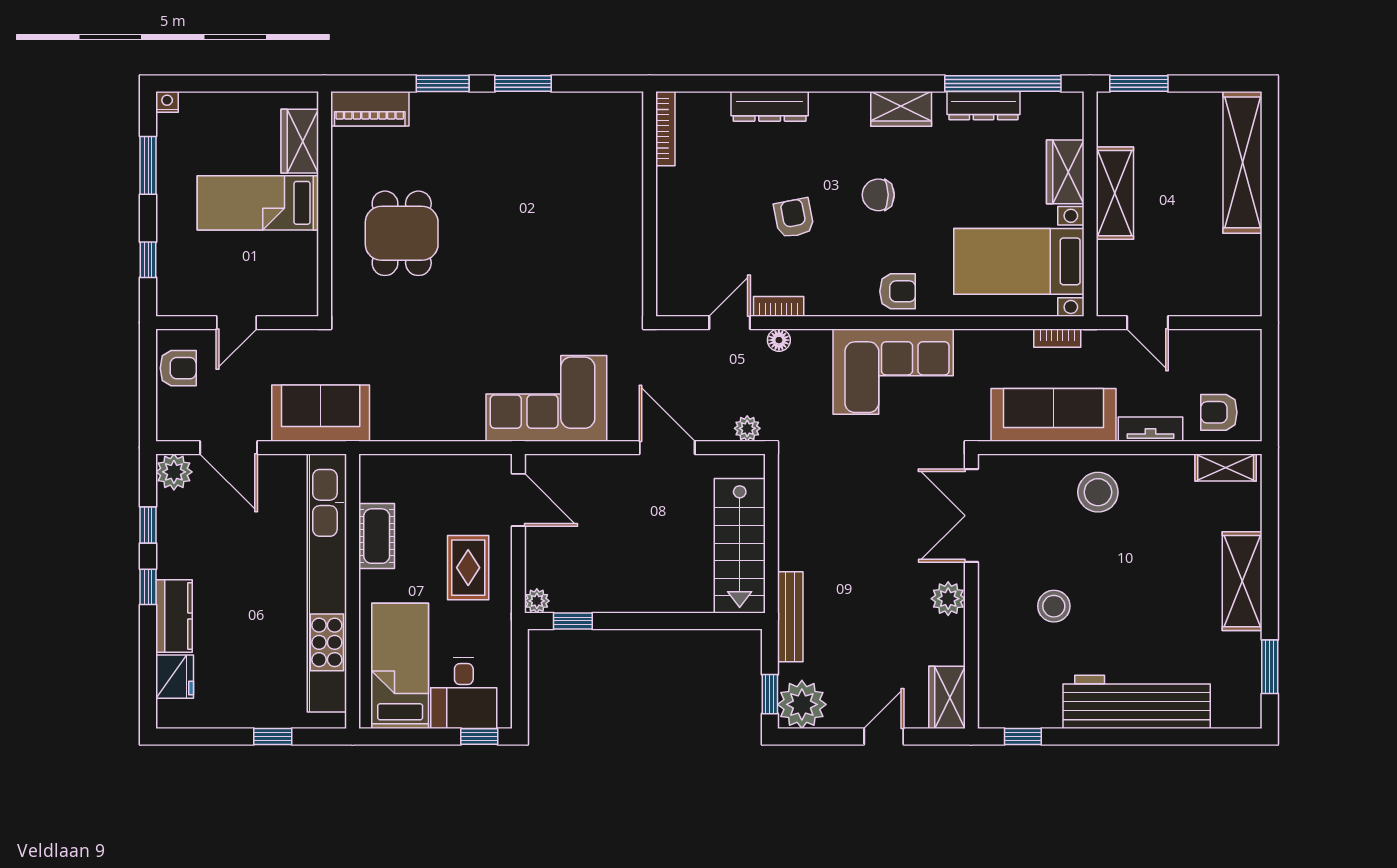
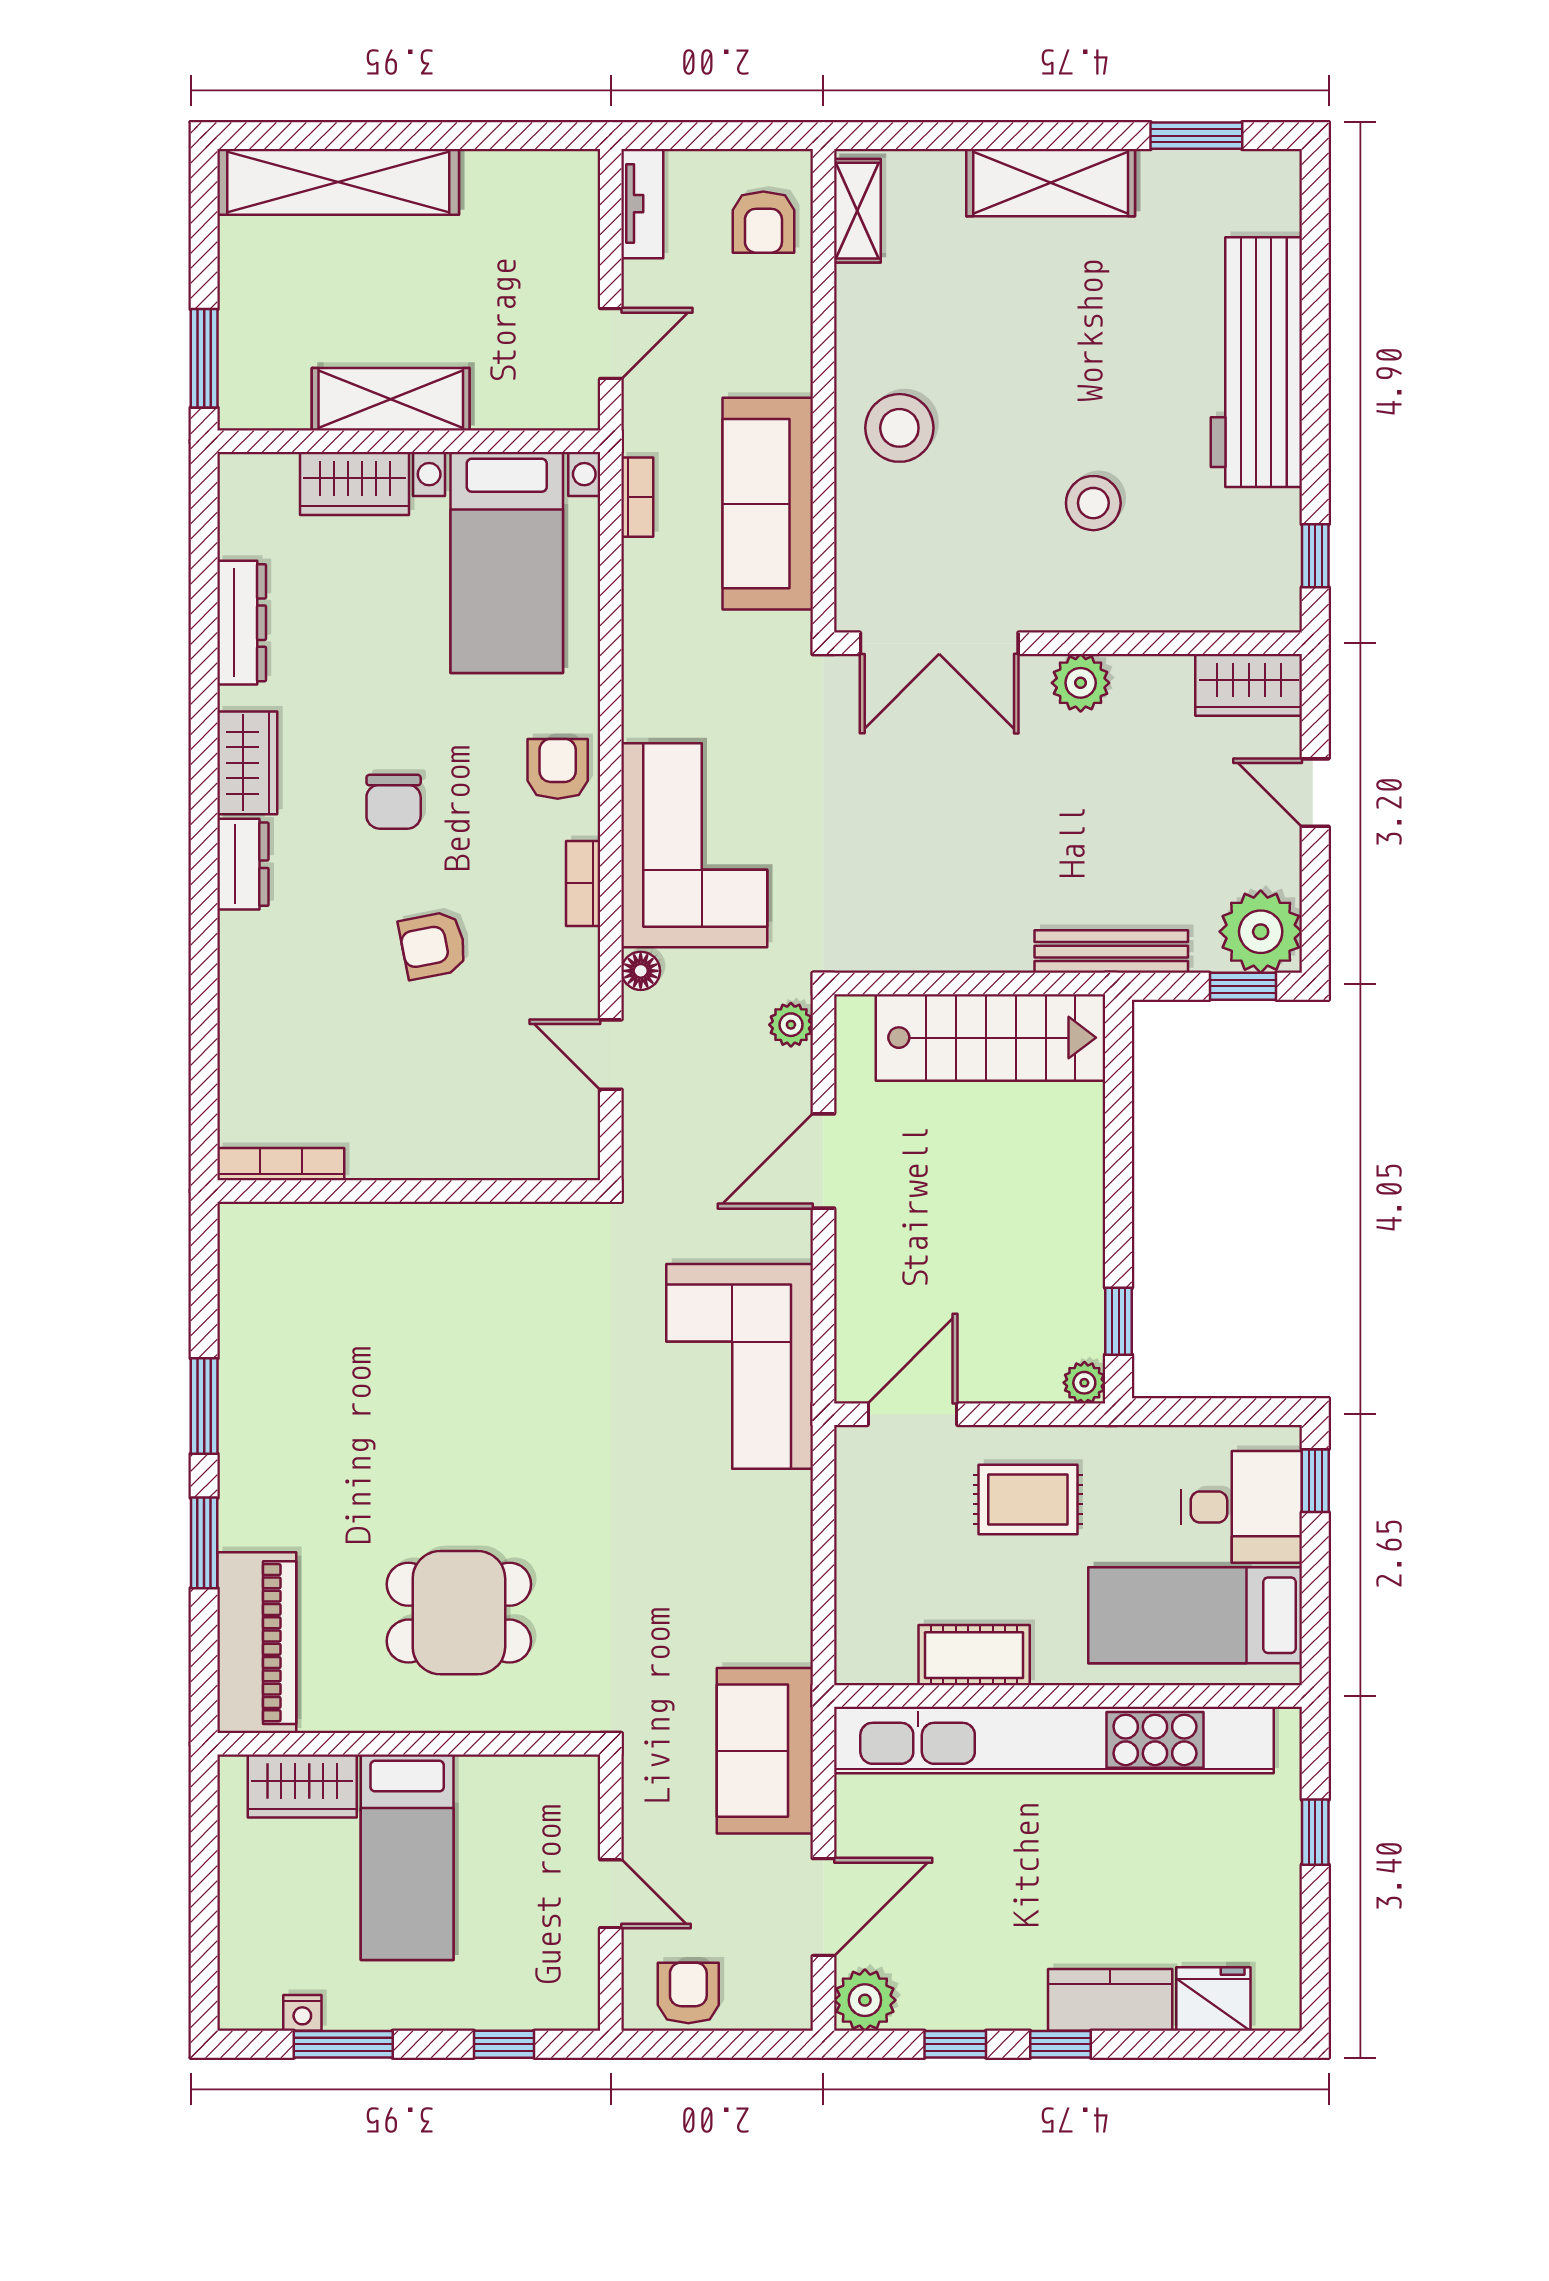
window: (1003, 84) -> (204, 590), removed
nightstand: (167, 102) -> (302, 2013), moved, turned -90
dresser: (770, 106) -> (243, 864), moved, width x0.70
piano: (370, 109) -> (257, 1643), width x1.37, depth x1.33
bookcase: (779, 306) -> (583, 883), moved
corner sofa: (893, 372) -> (694, 845), moved
tv unit: (1150, 429) -> (642, 204), moved, turned 180

